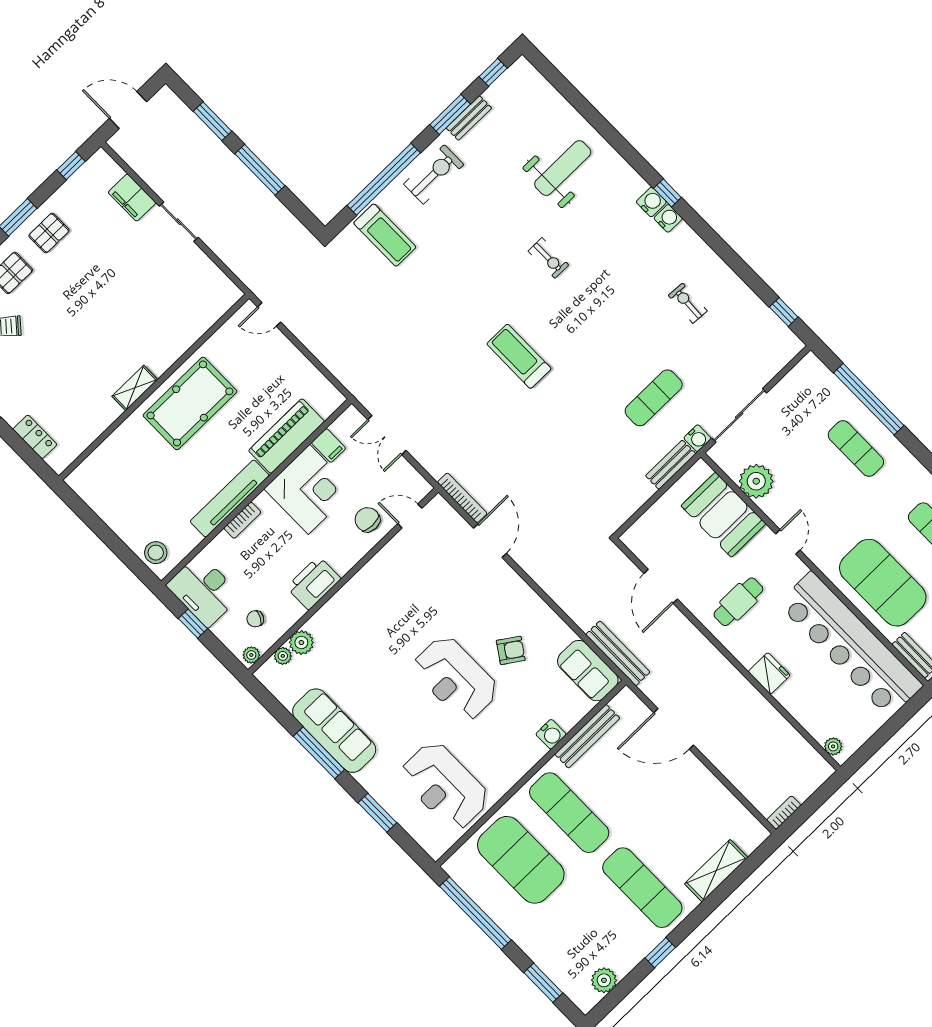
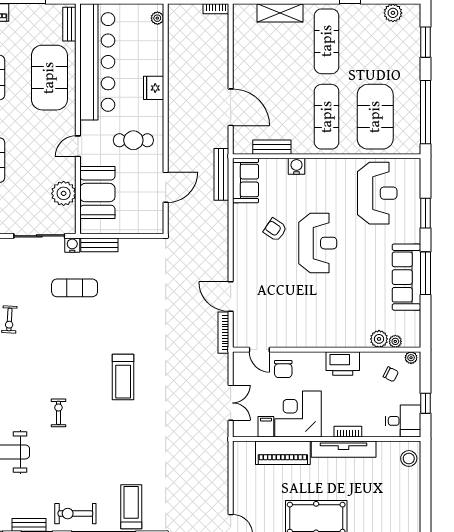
door: (490, 541) -> (231, 297), hinge flipped
desk: (204, 590) -> (403, 421), width x0.73
bench: (587, 736) -> (272, 147), width x0.73

